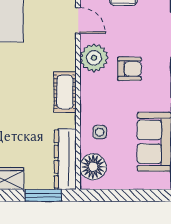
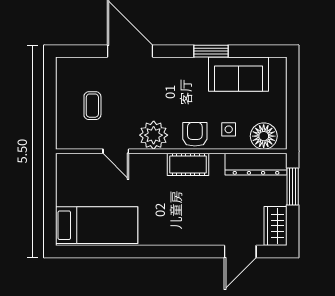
door: (78, 21) -> (116, 151), swing flipped
armchair: (129, 69) -> (195, 134), moved

